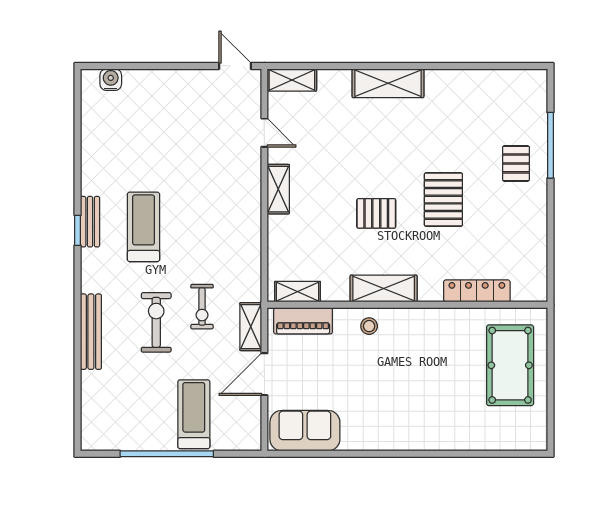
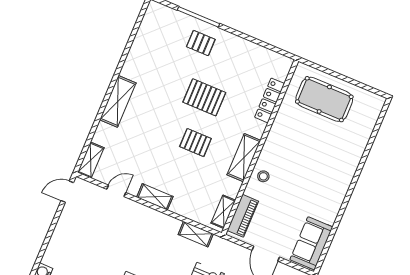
pallet: (376, 213) -> (195, 143), turned 90
shelving: (251, 327) -> (196, 234), moved

